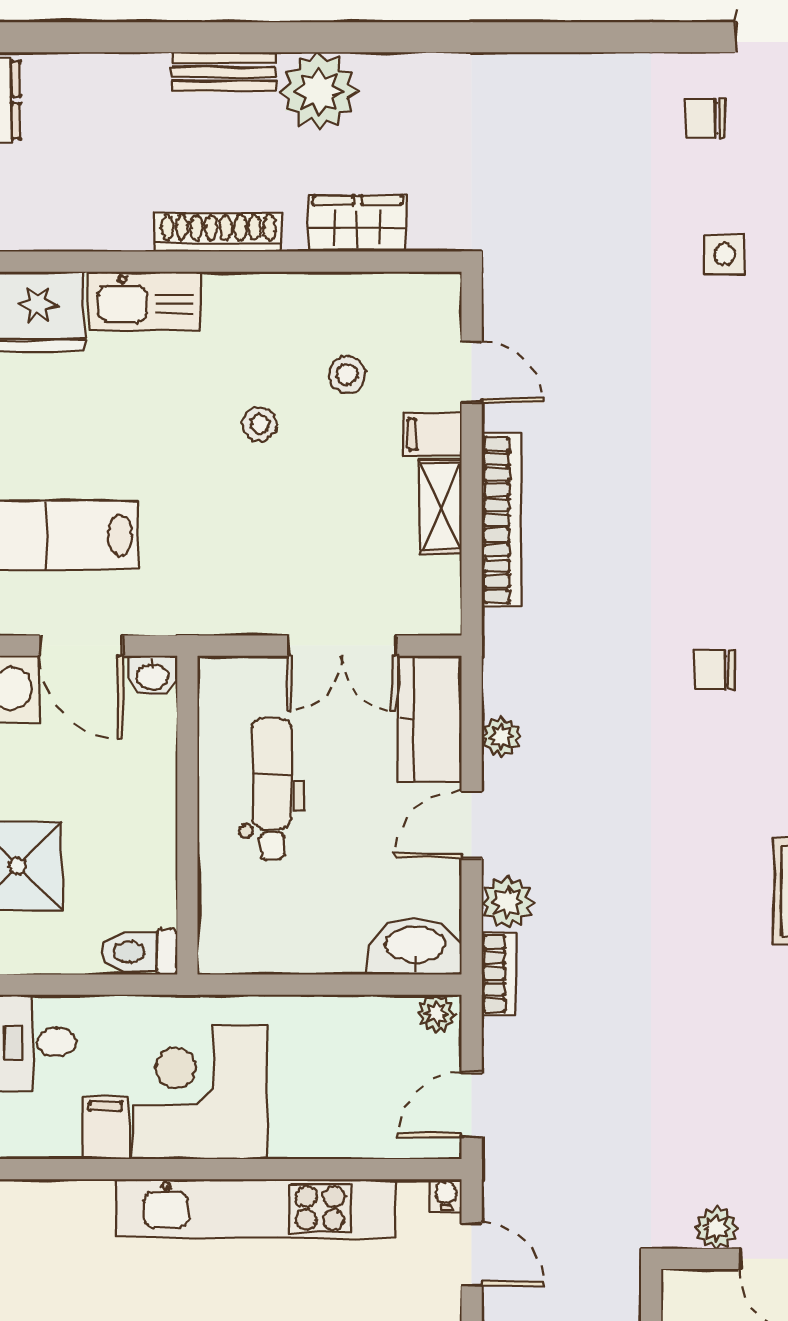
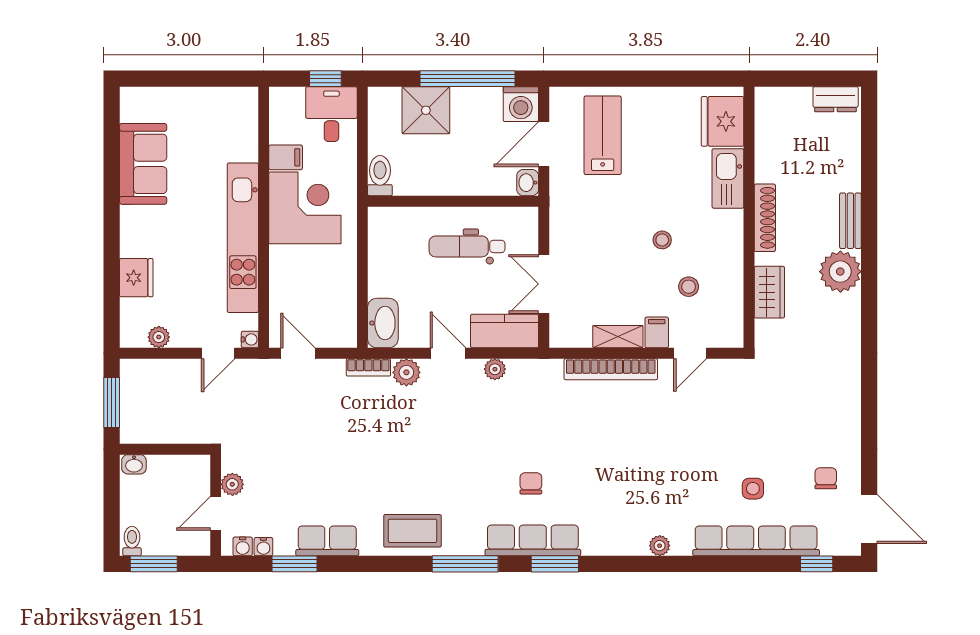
dental chair: (272, 789) -> (467, 246), turned 180
plant: (436, 1013) -> (347, 334), removed

